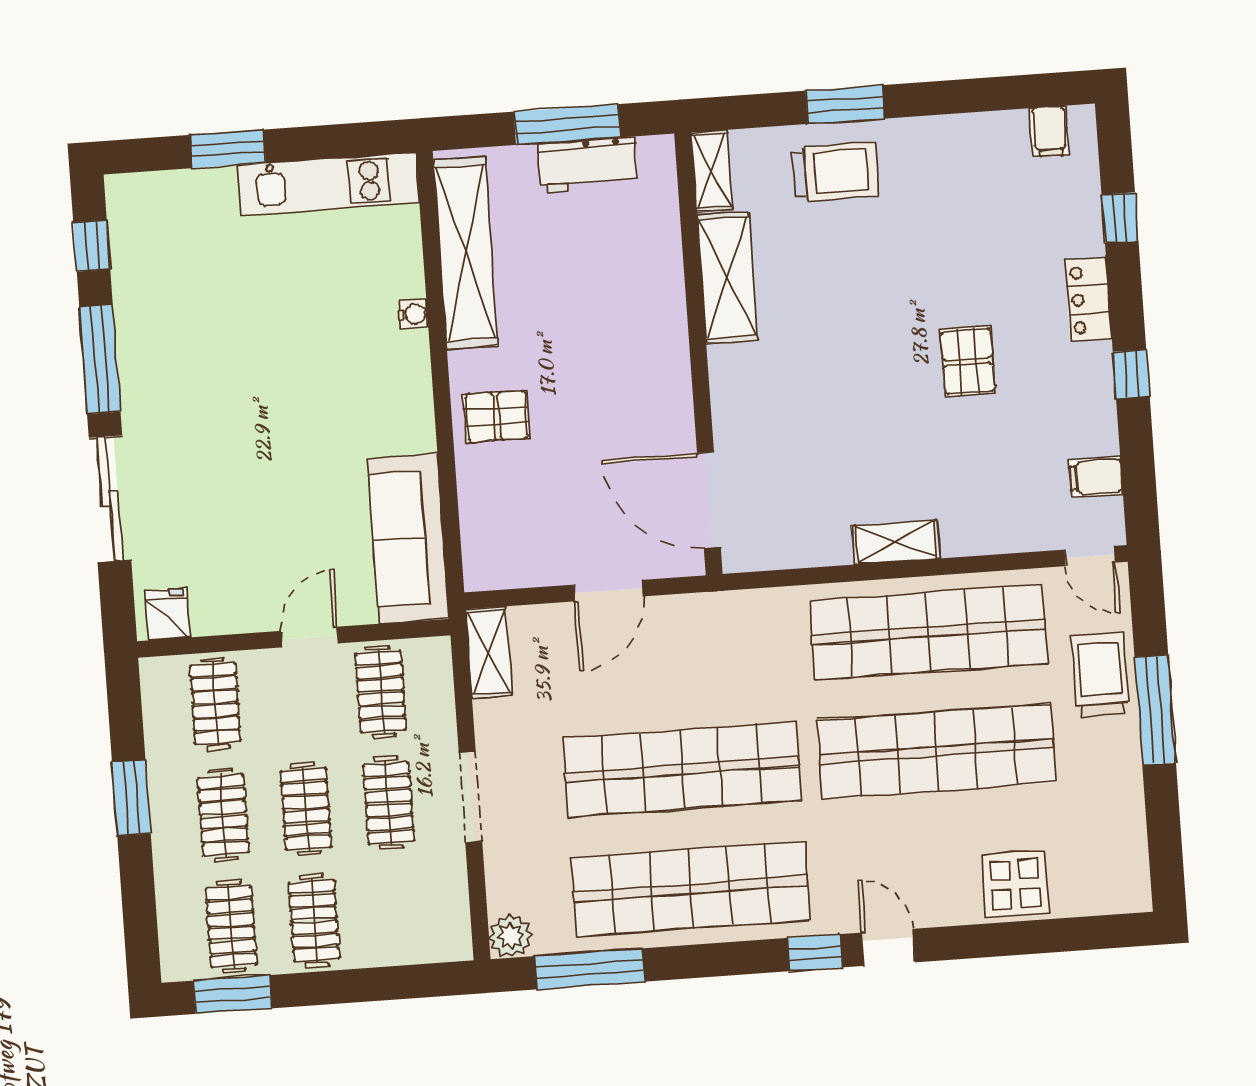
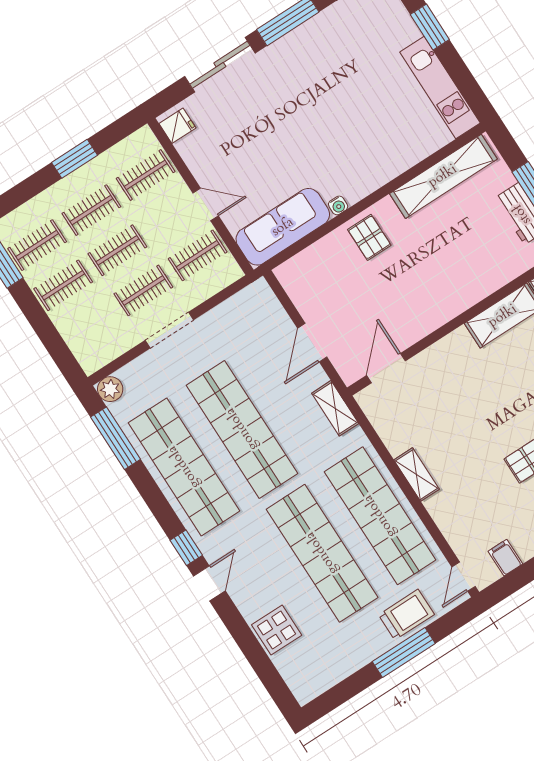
water cooler: (413, 314) -> (338, 205), moved
door: (709, 500) -> (386, 368), width x0.73
door: (609, 591) -> (312, 343), hinge flipped
shelving: (489, 652) -> (335, 408), moved, turned 90

